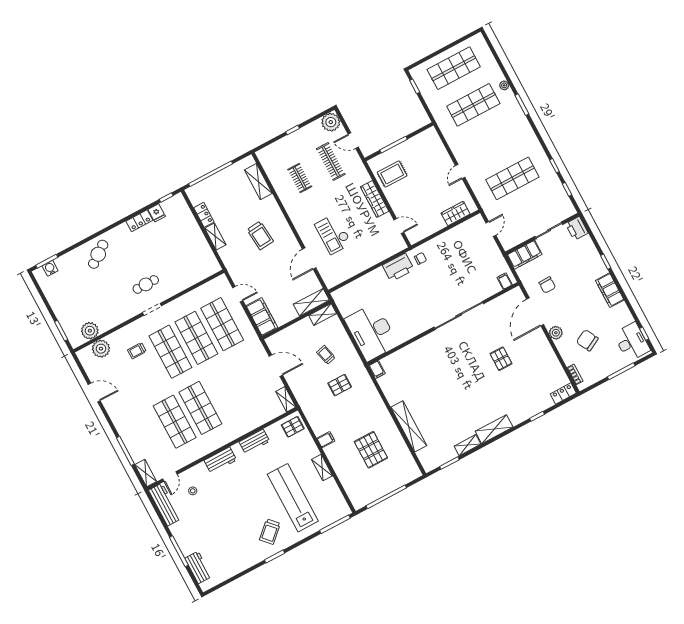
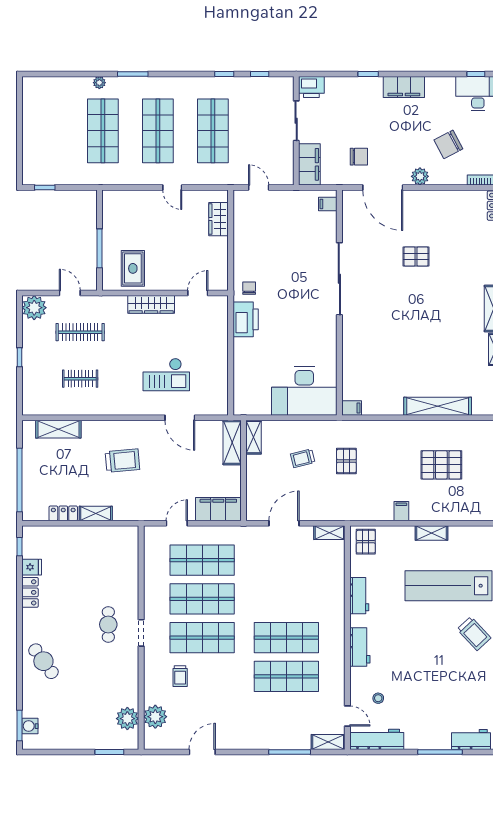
shop shelf: (454, 68) -> (158, 131), moved
door: (353, 141) -> (70, 293), swing flipped

